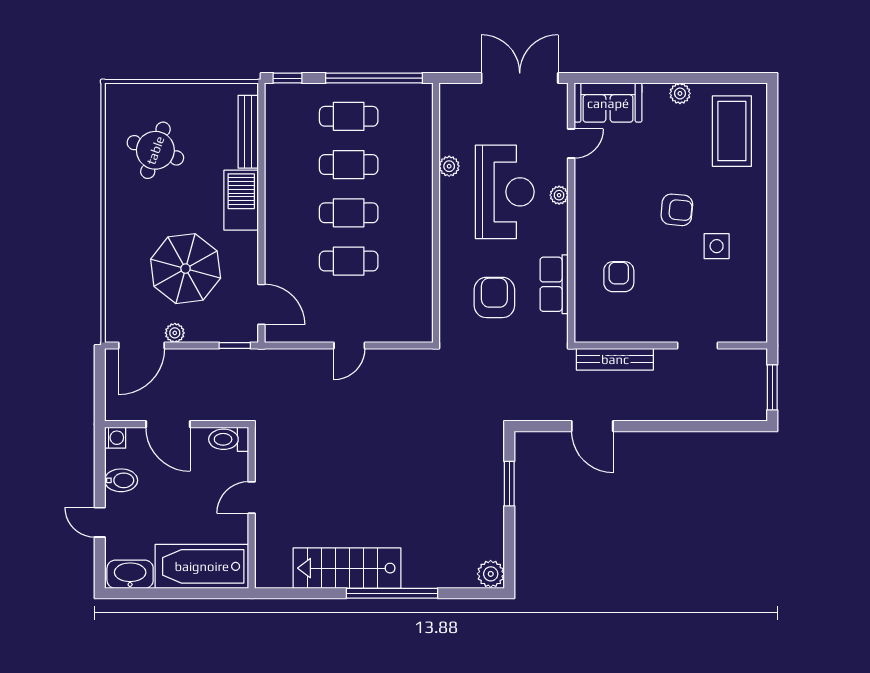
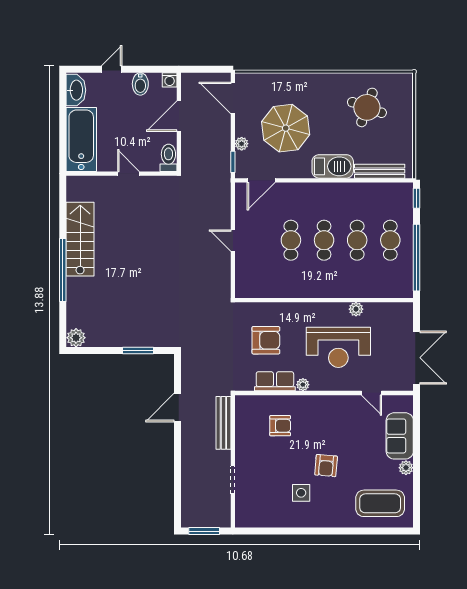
sofa: (608, 103) -> (400, 436), moved
plant: (559, 195) -> (303, 385), moved
plant: (175, 333) -> (242, 144), moved

